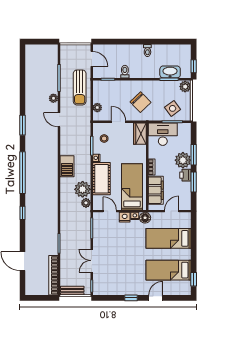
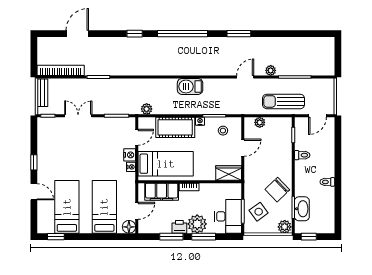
chair: (140, 102) -> (277, 190), moved
desk: (163, 134) -> (228, 216), moved
plant: (83, 189) -> (163, 105), removed
door: (172, 211) -> (137, 211), hinge flipped
floor lamp: (145, 218) -> (129, 227), moved

